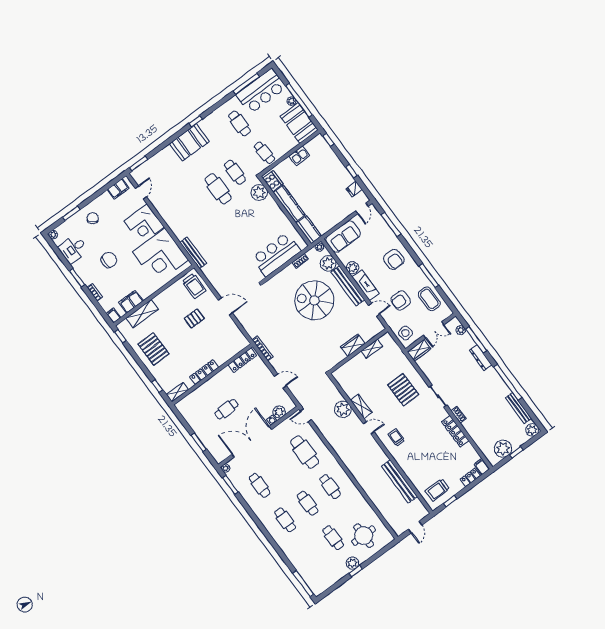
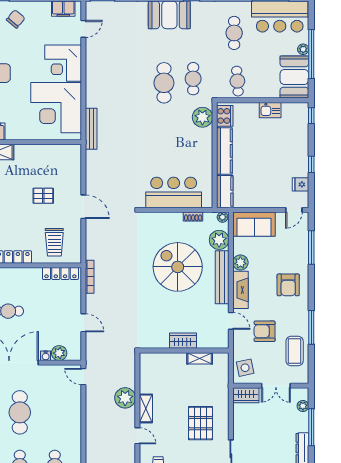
trolley: (194, 286) -> (54, 242), moved
cafe table: (305, 452) -> (20, 412), moved

